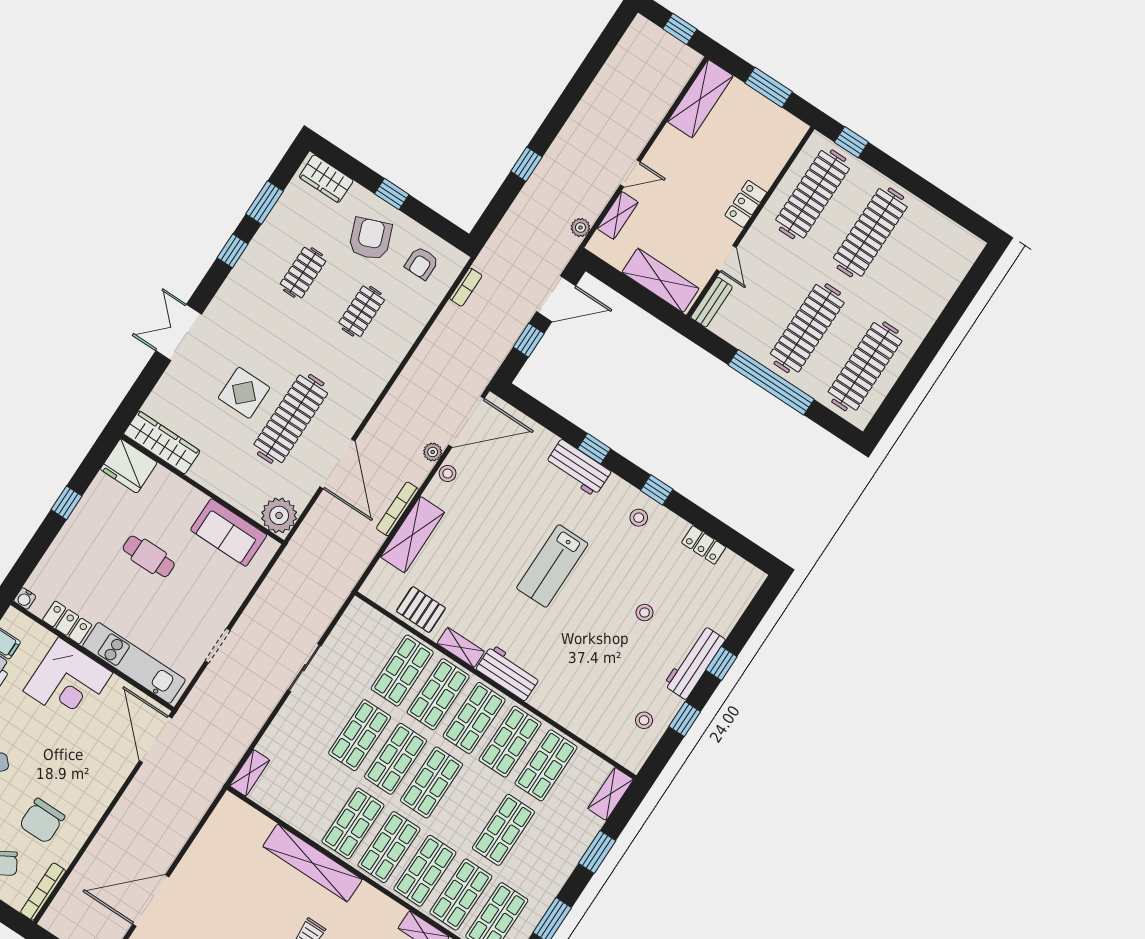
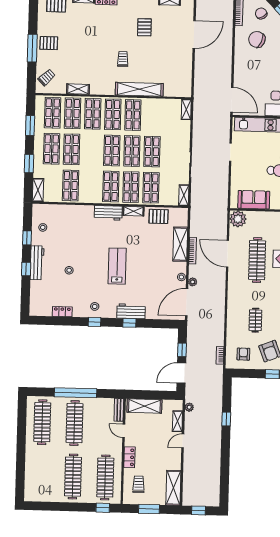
trolley: (760, 144) -> (139, 484), added
shelving: (351, 620) -> (184, 195), added
shop shelf: (510, 742) -> (52, 149), moved
chair: (42, 821) -> (257, 39), turned -67

